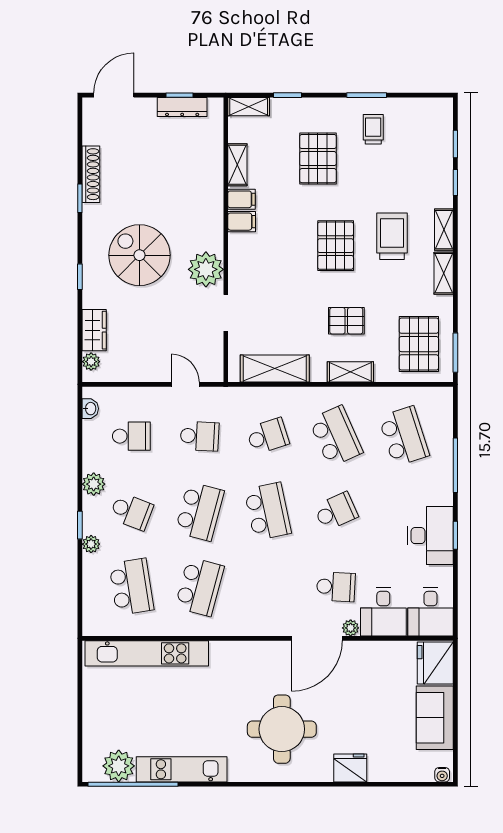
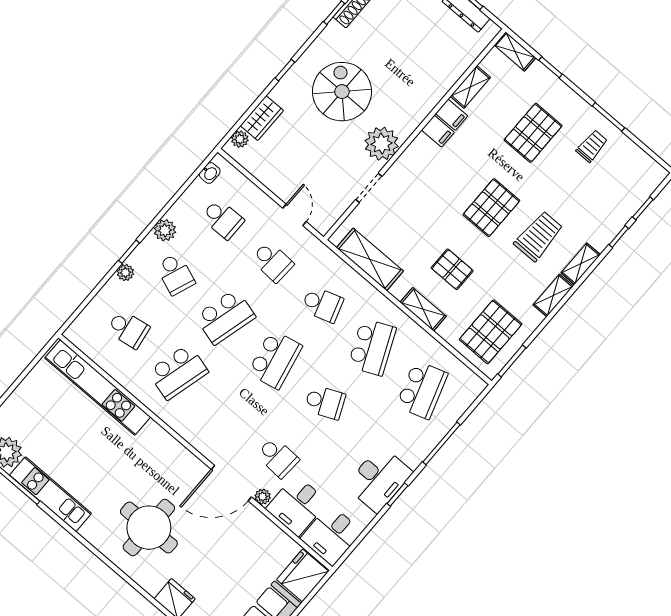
school desk: (131, 587) -> (128, 329), width x0.54

